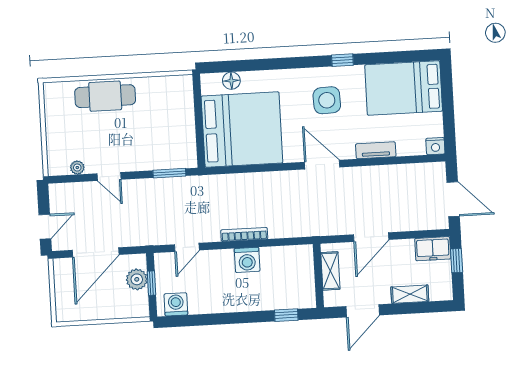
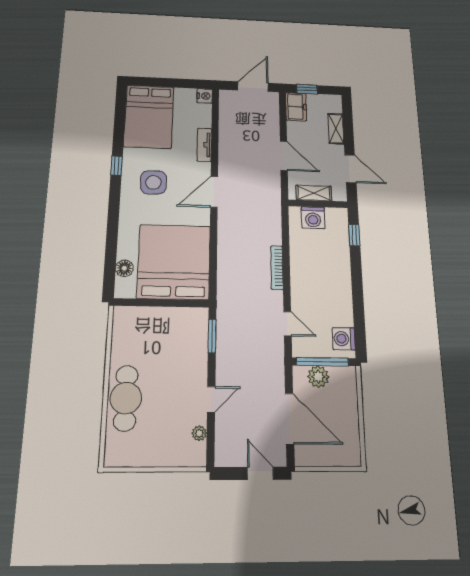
washing machine: (247, 260) -> (313, 218), moved, turned 90
window: (151, 283) -> (322, 362), width x2.17

